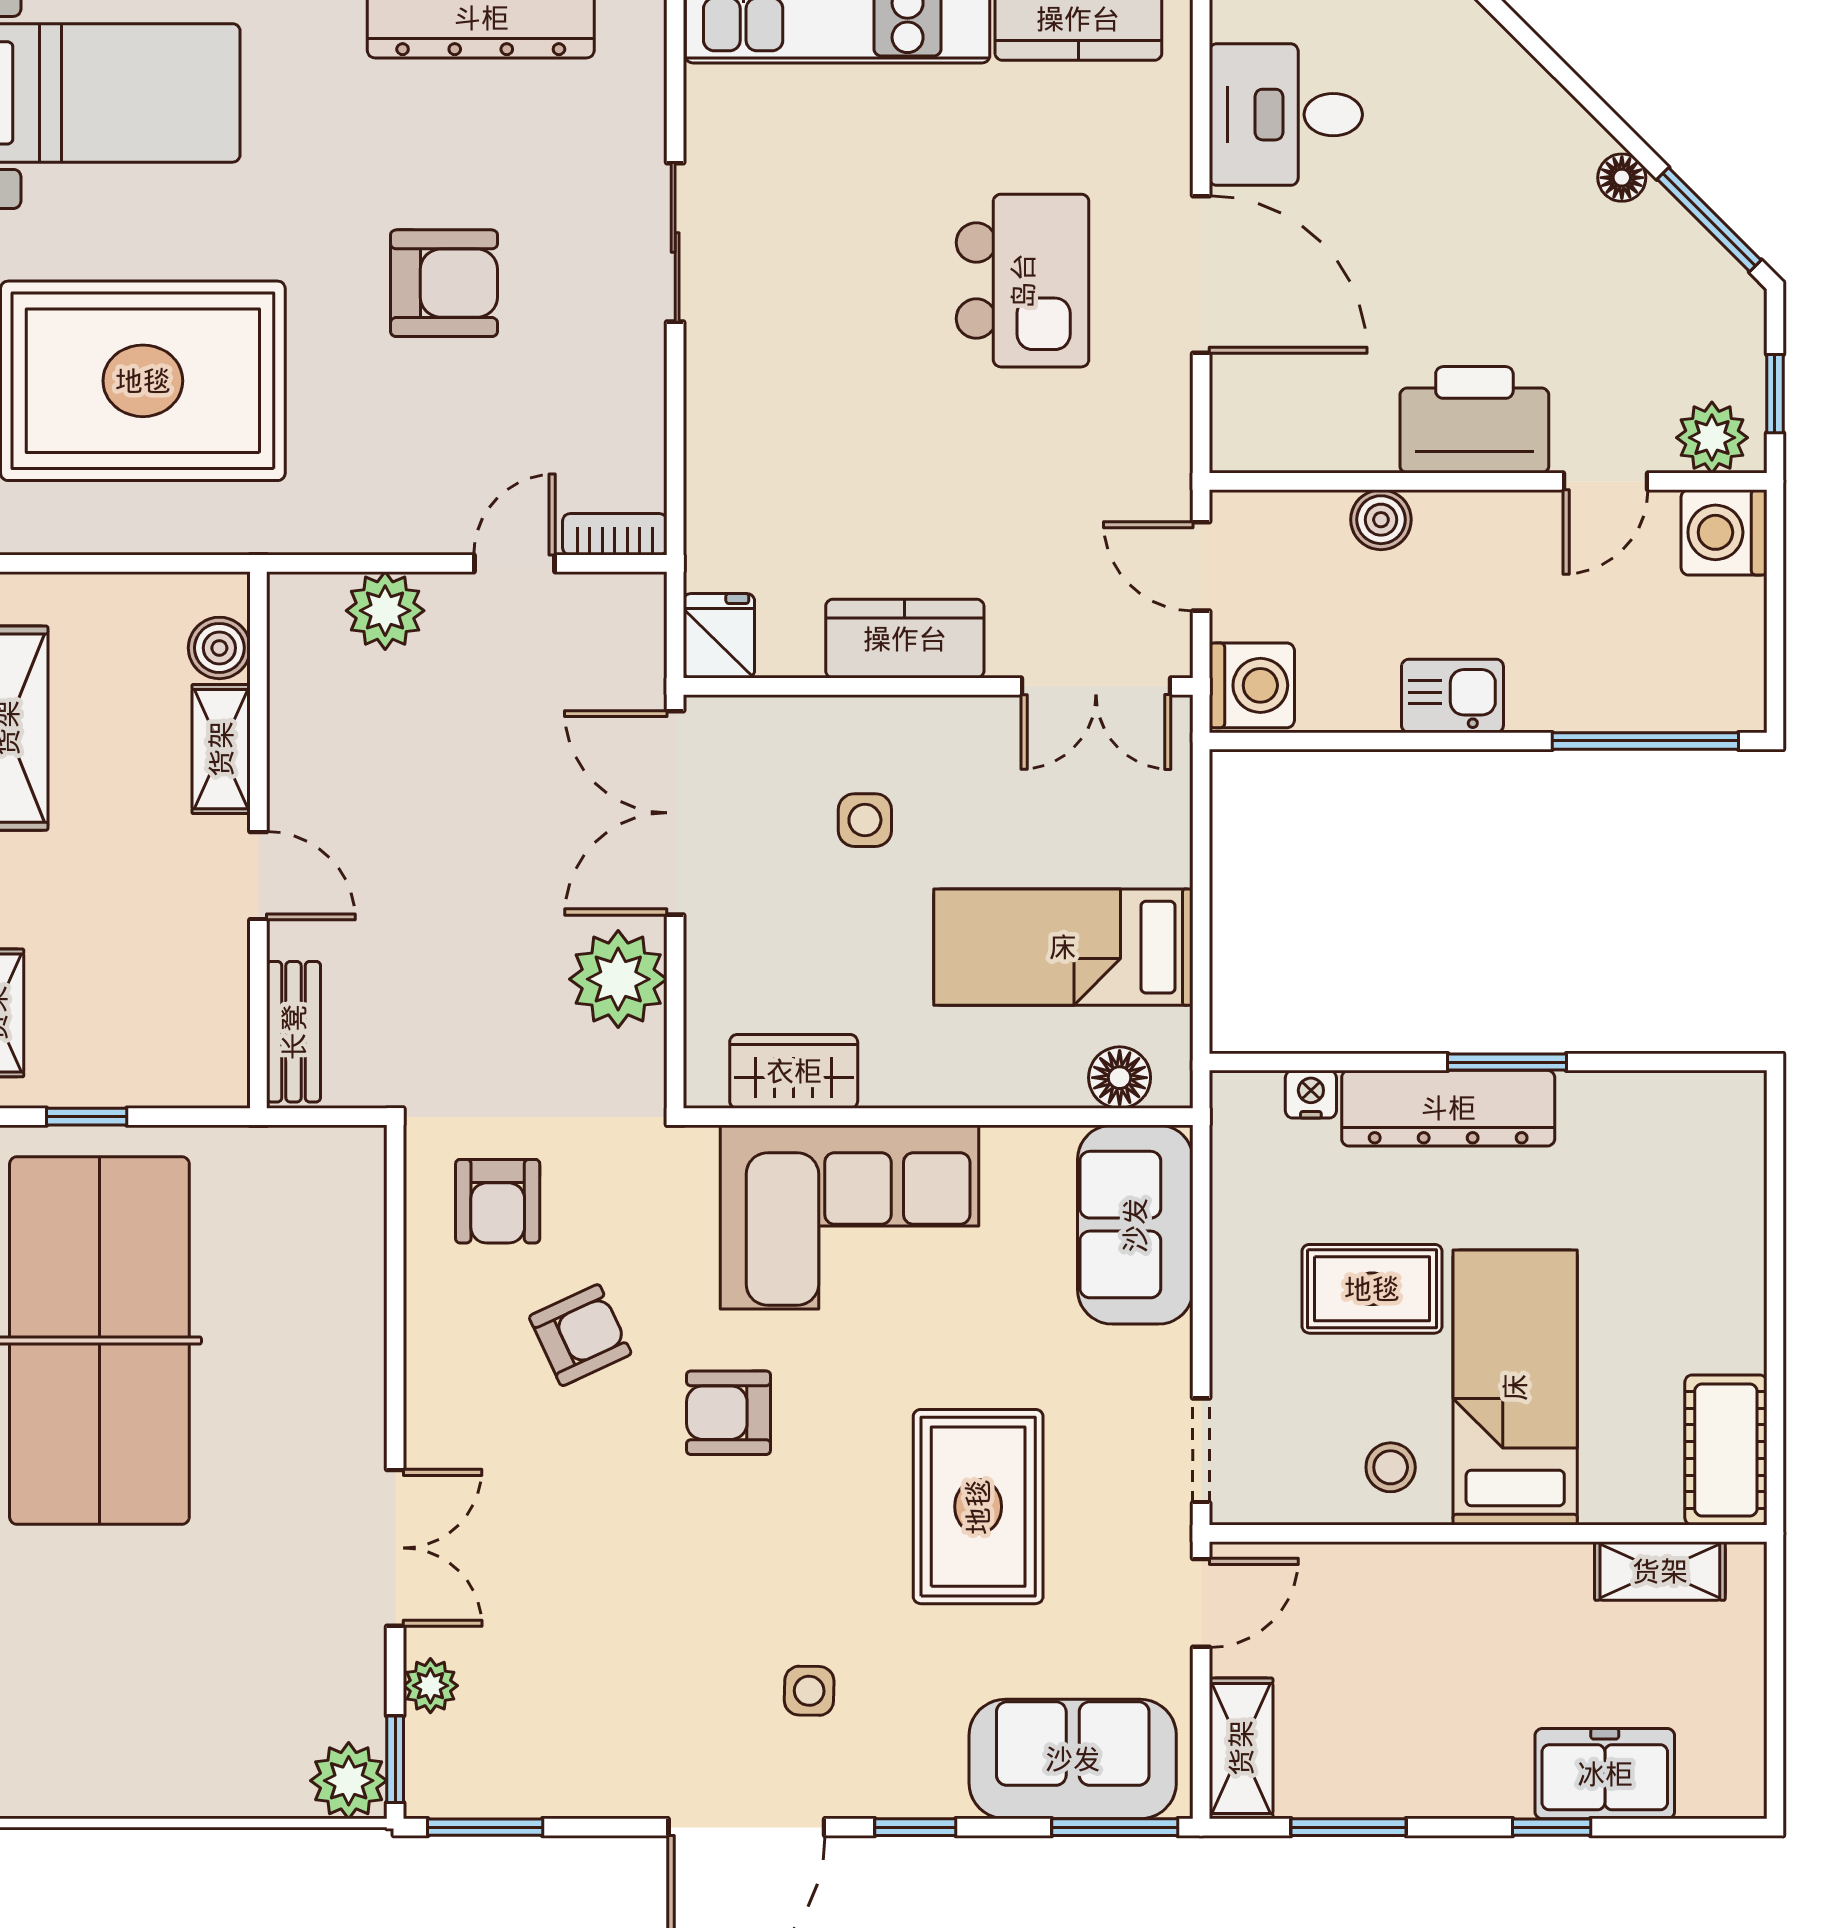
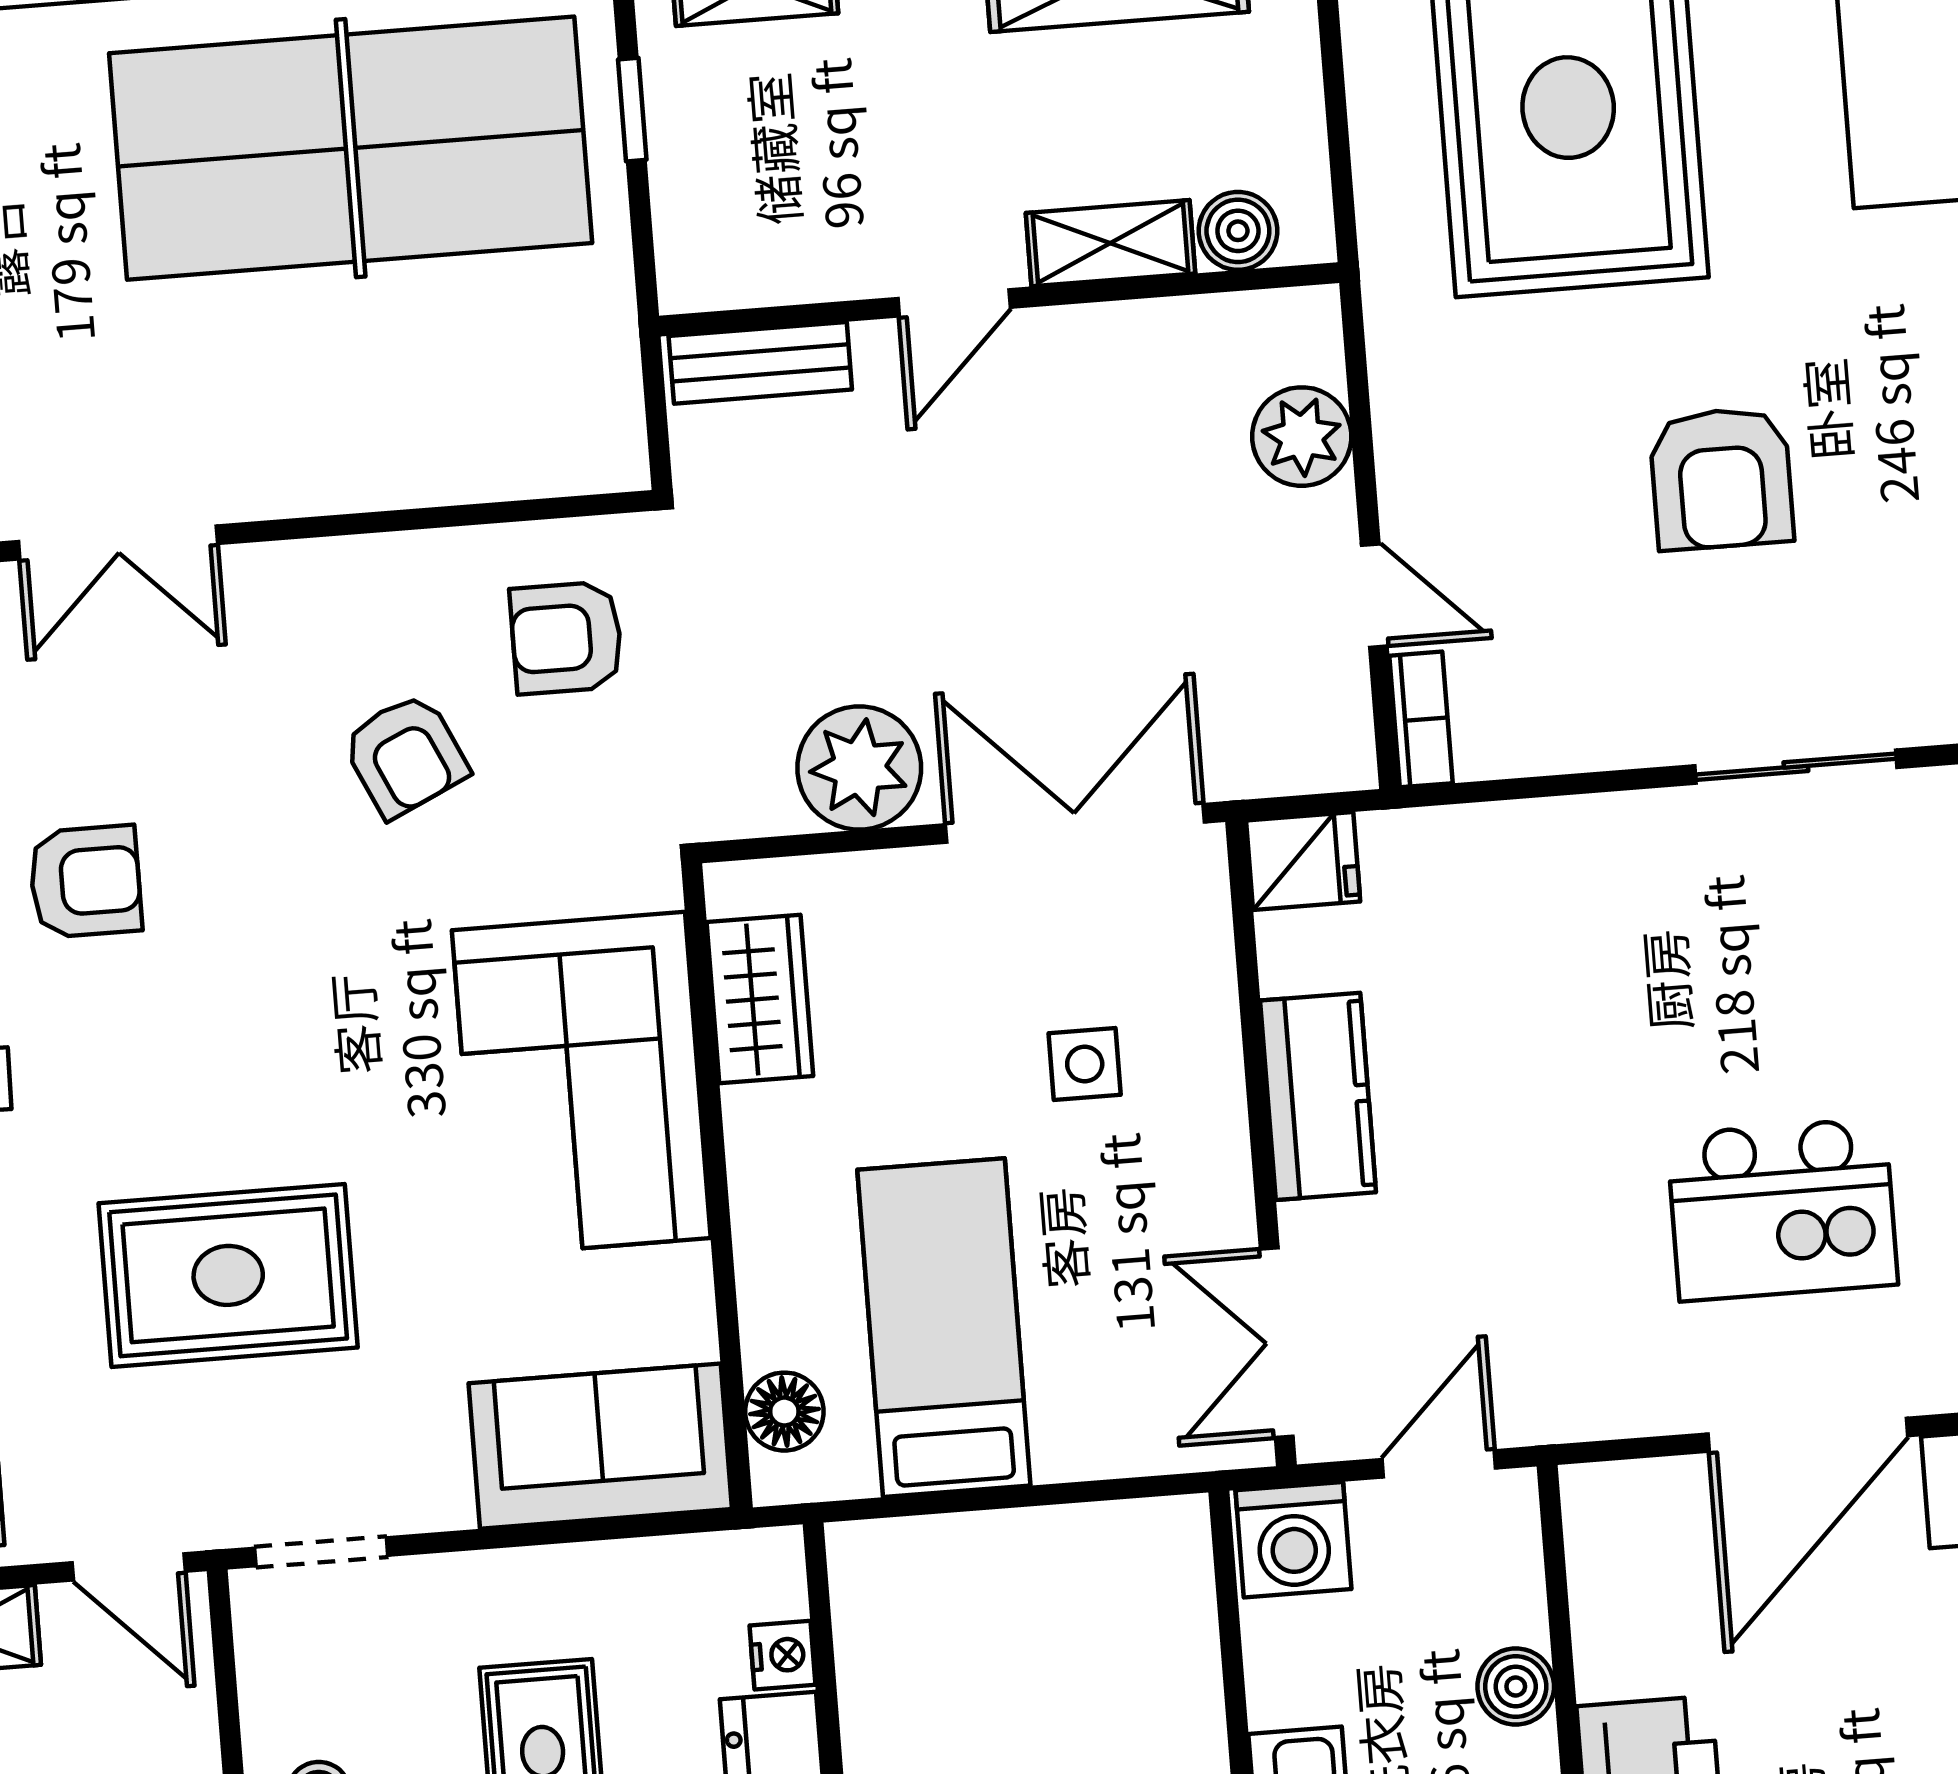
armchair: (729, 1413) -> (85, 882), moved, turned 90

